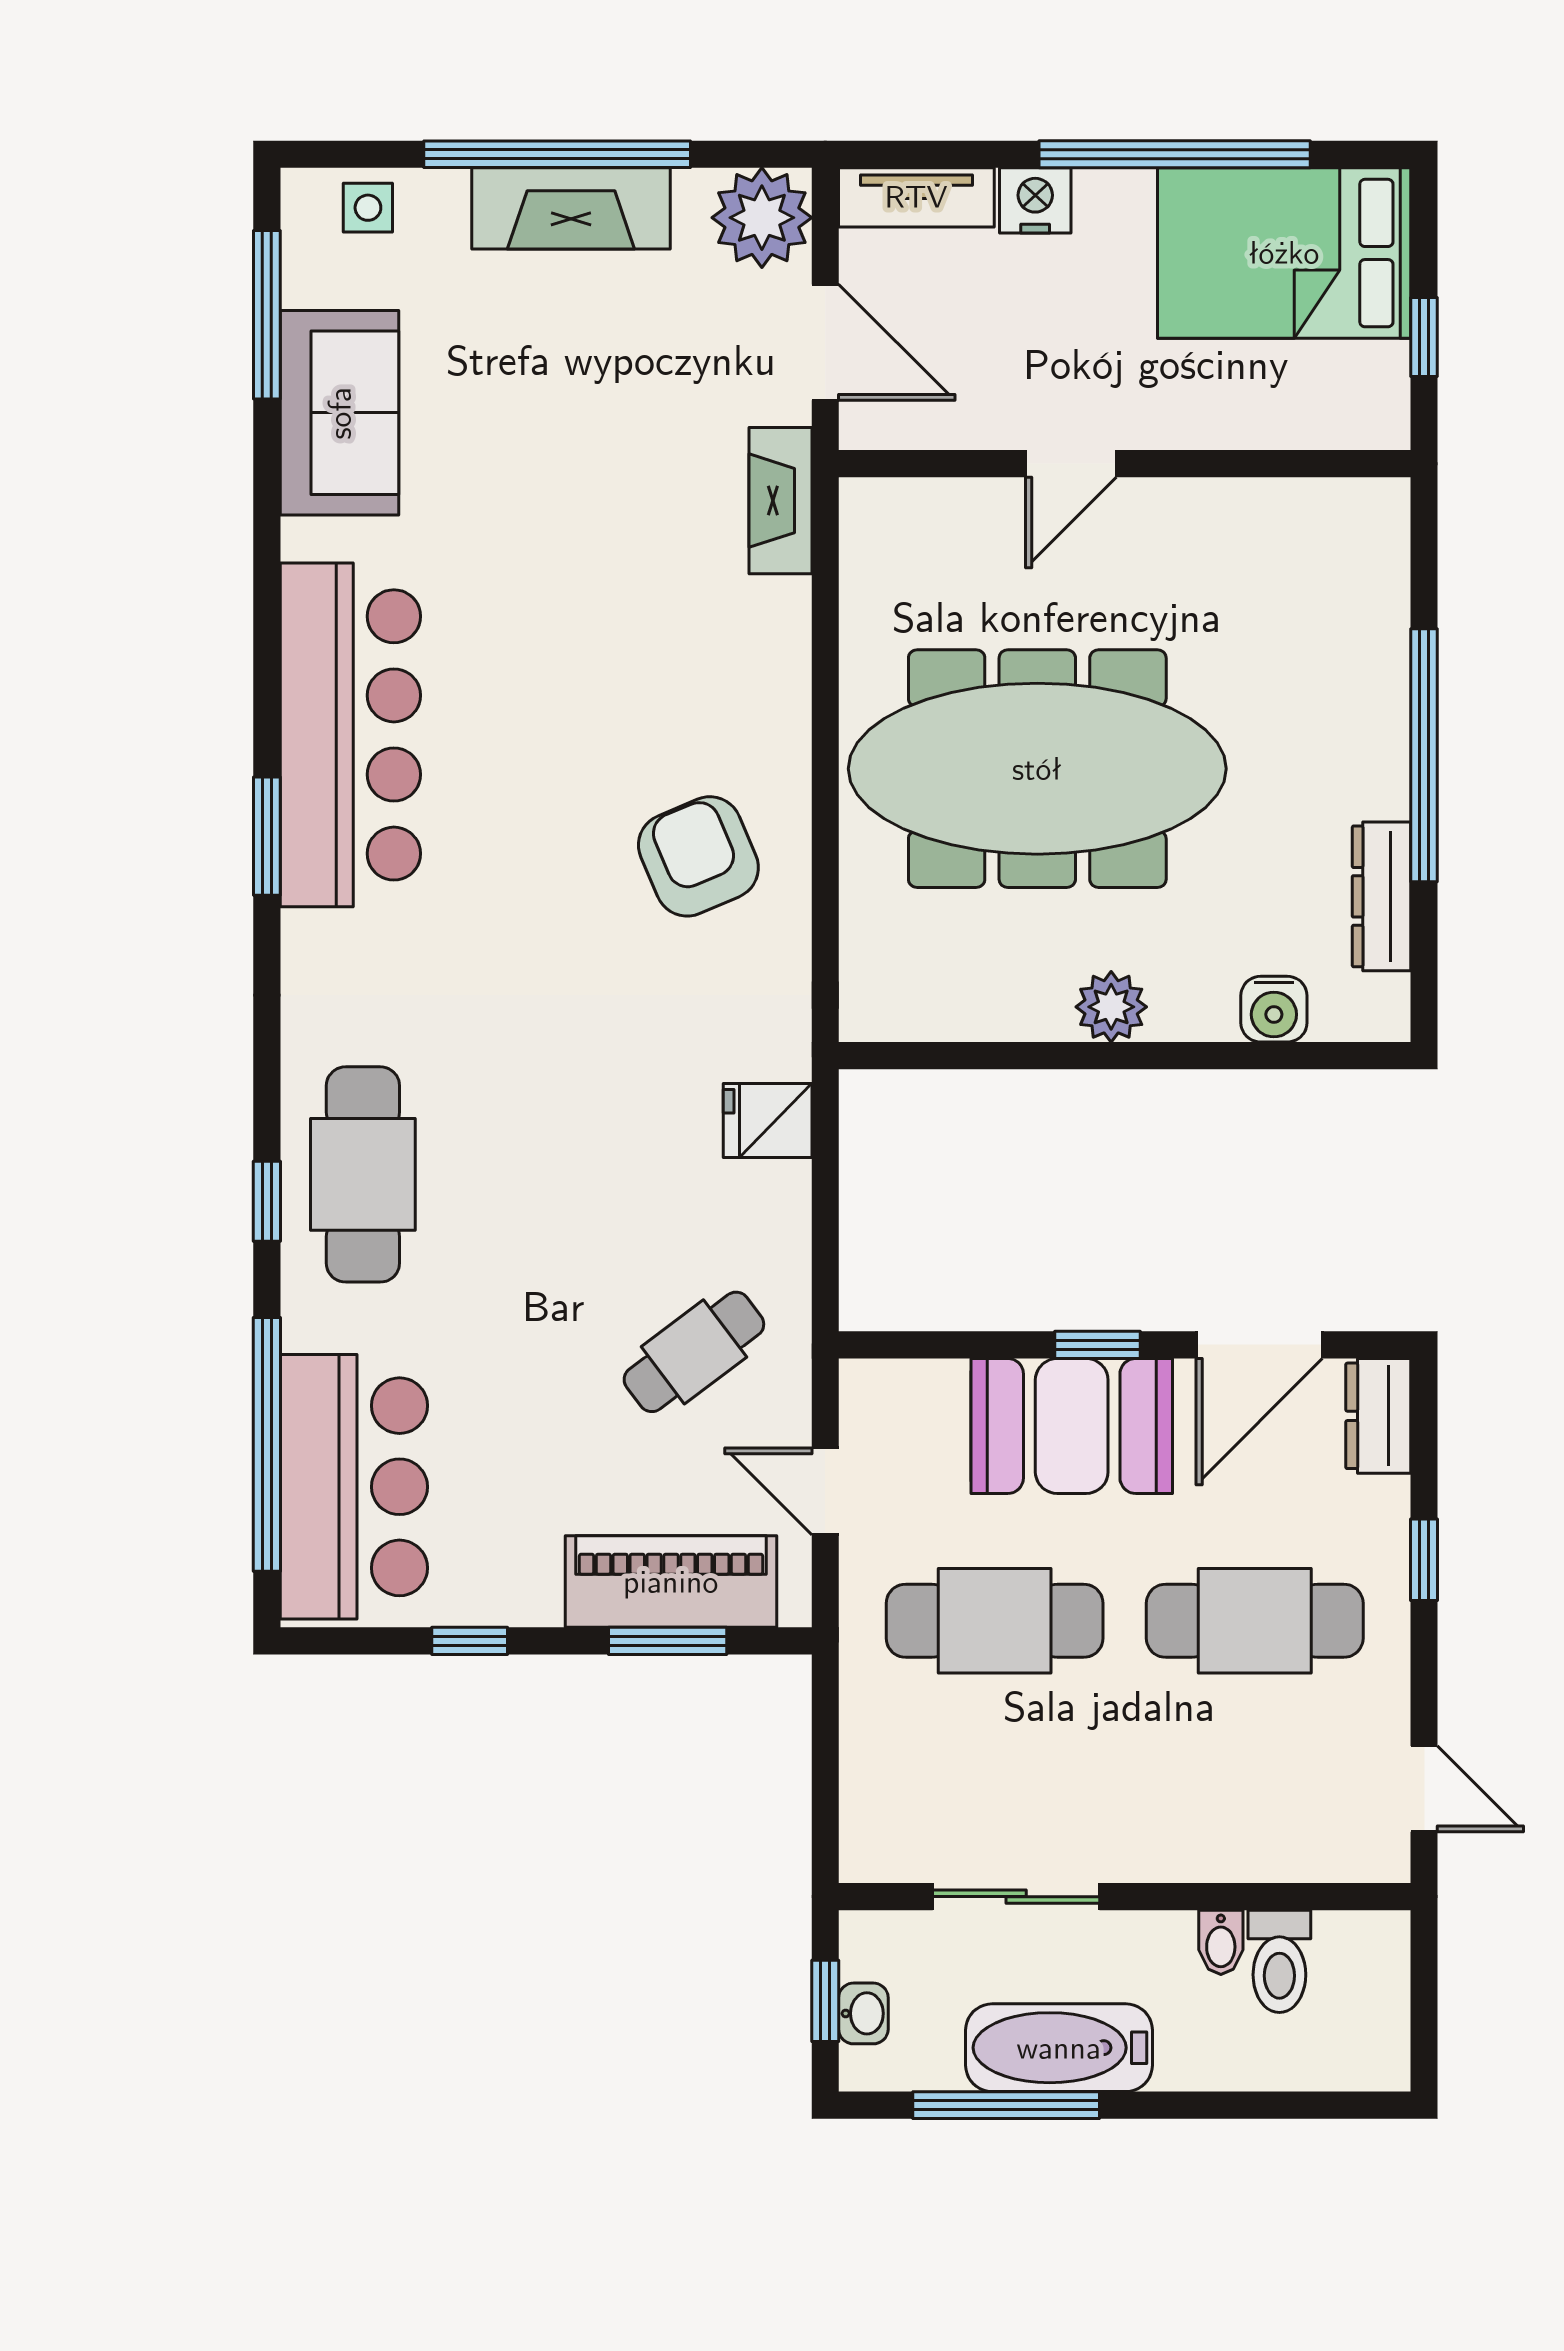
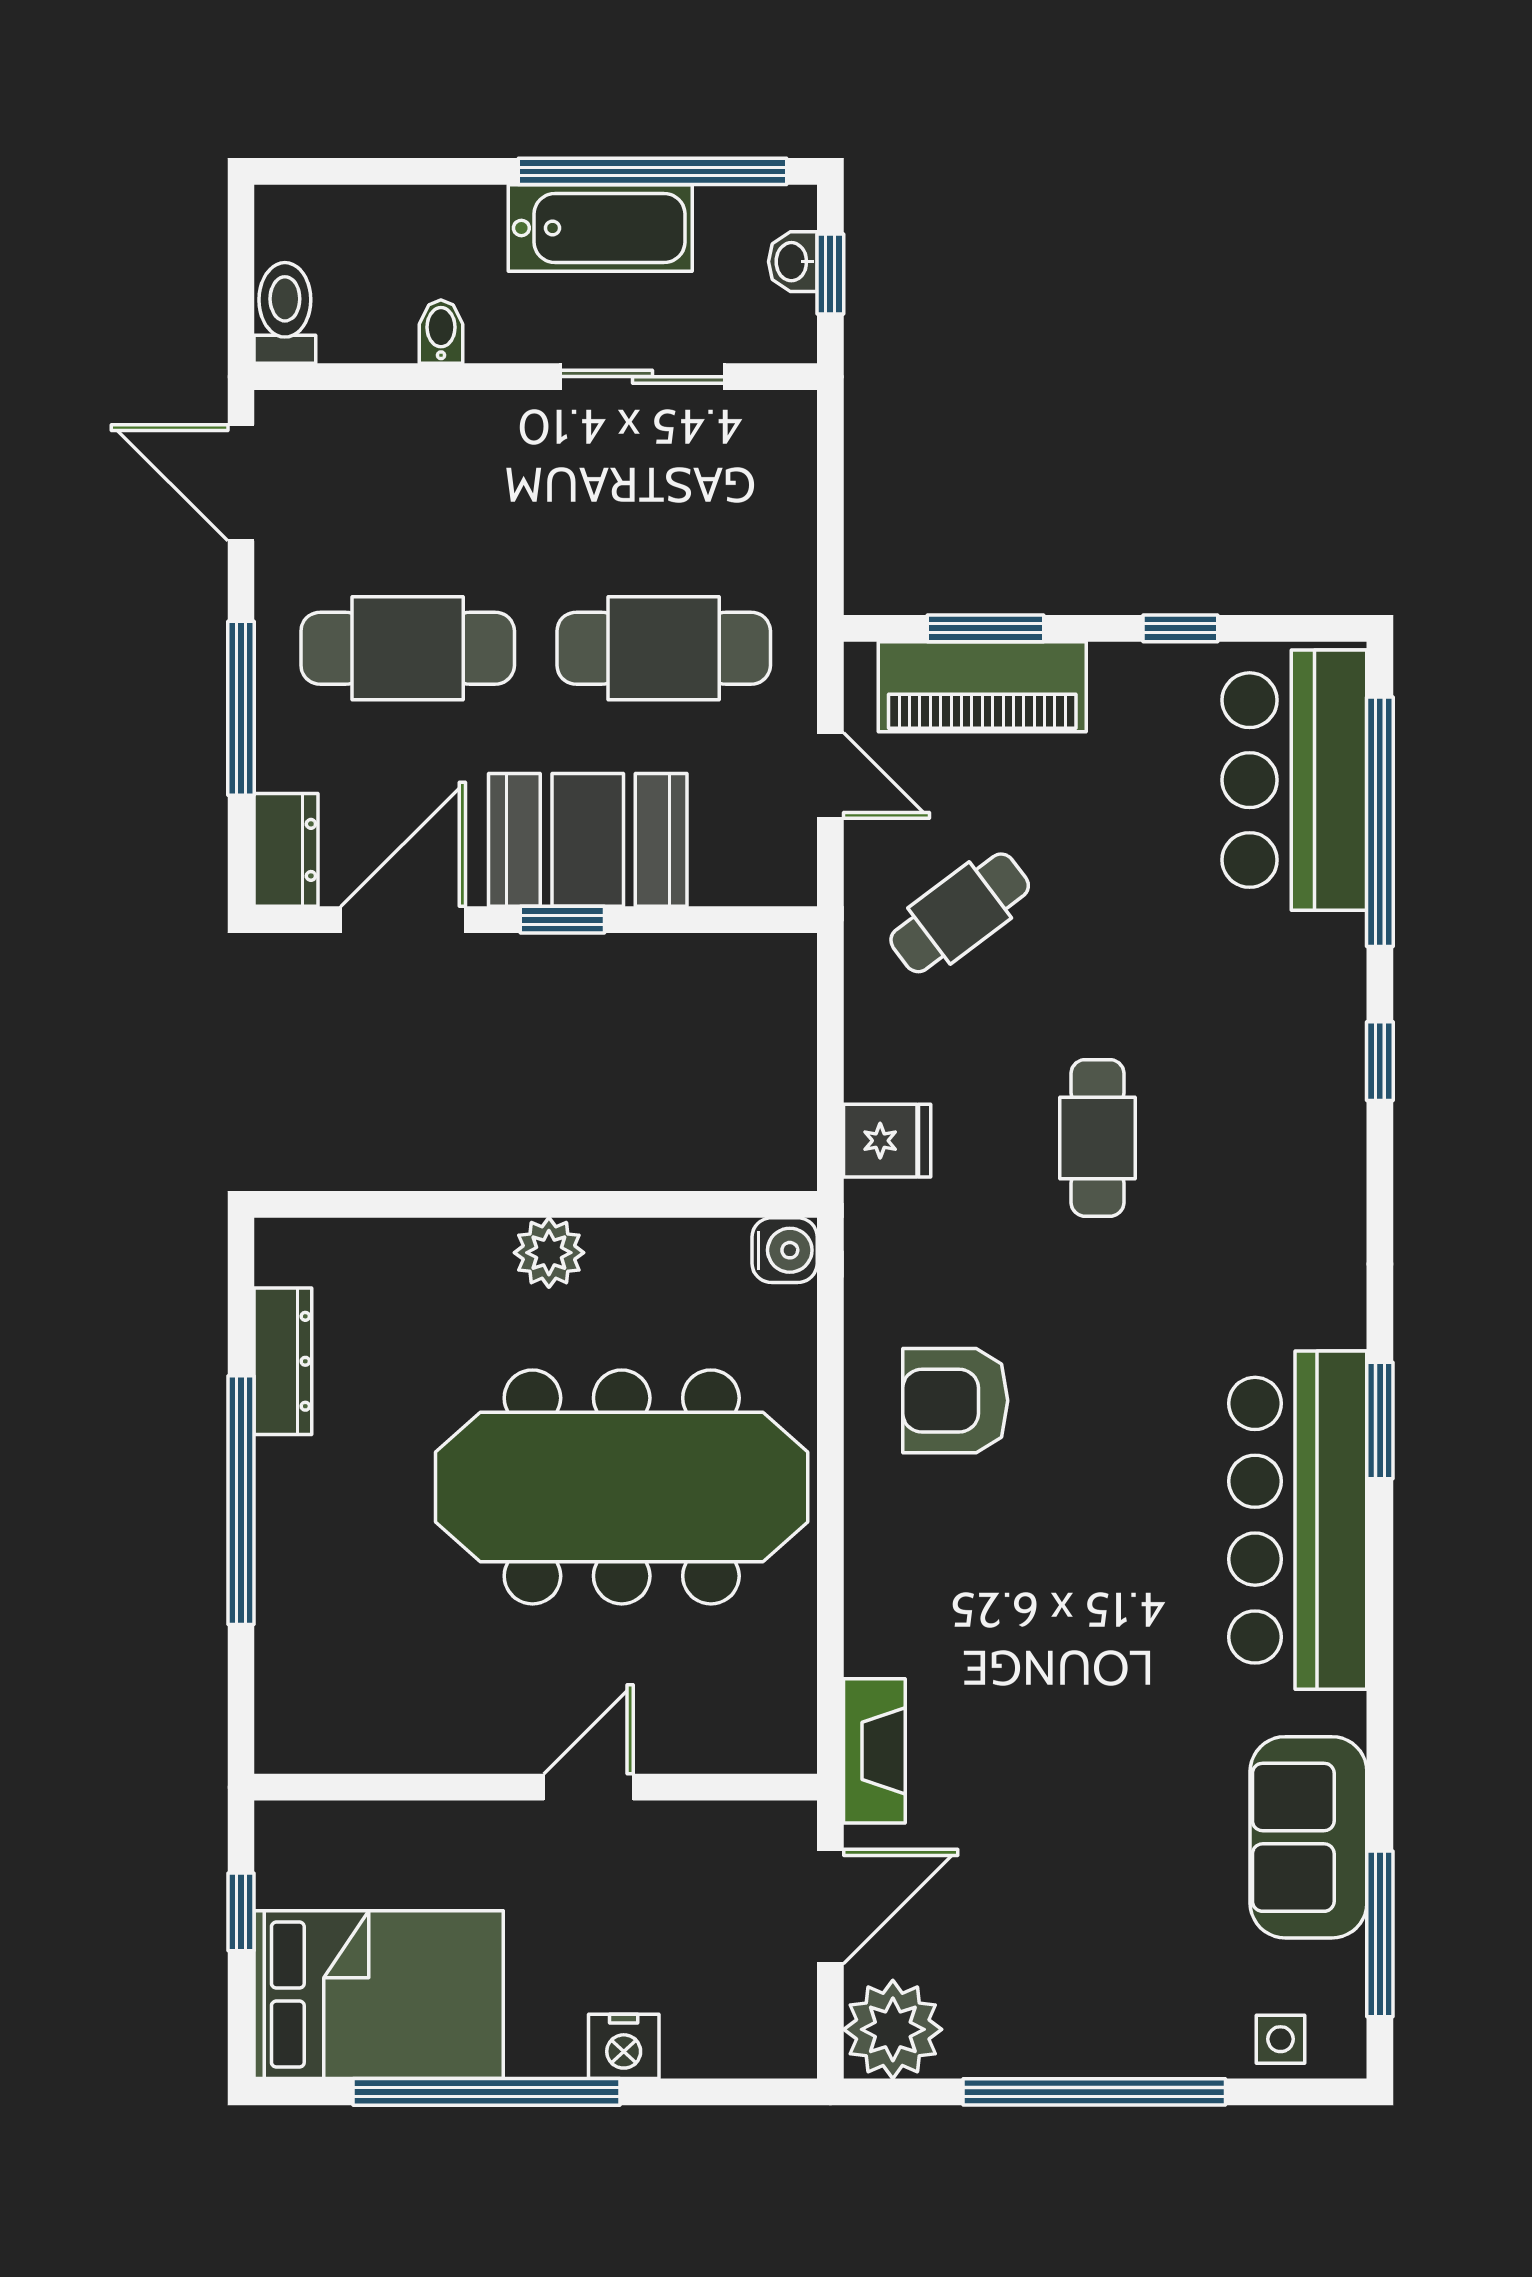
tv unit: (916, 197) -> (741, 2049), removed
fireplace: (571, 208) -> (1081, 2038), removed
door: (825, 342) -> (830, 1907), swing flipped
armchair: (698, 856) -> (955, 1401), turned 113
water cooler: (1274, 1009) -> (785, 1250), moved, turned 90
cafe table: (363, 1174) -> (1097, 1138), moved, width x0.73, depth x0.74
window: (1424, 1560) -> (241, 708), width x2.17
door: (1424, 1789) -> (241, 483), width x1.38
toilet: (1279, 1961) -> (285, 313), moved
window: (1006, 2105) -> (652, 171), width x1.46

